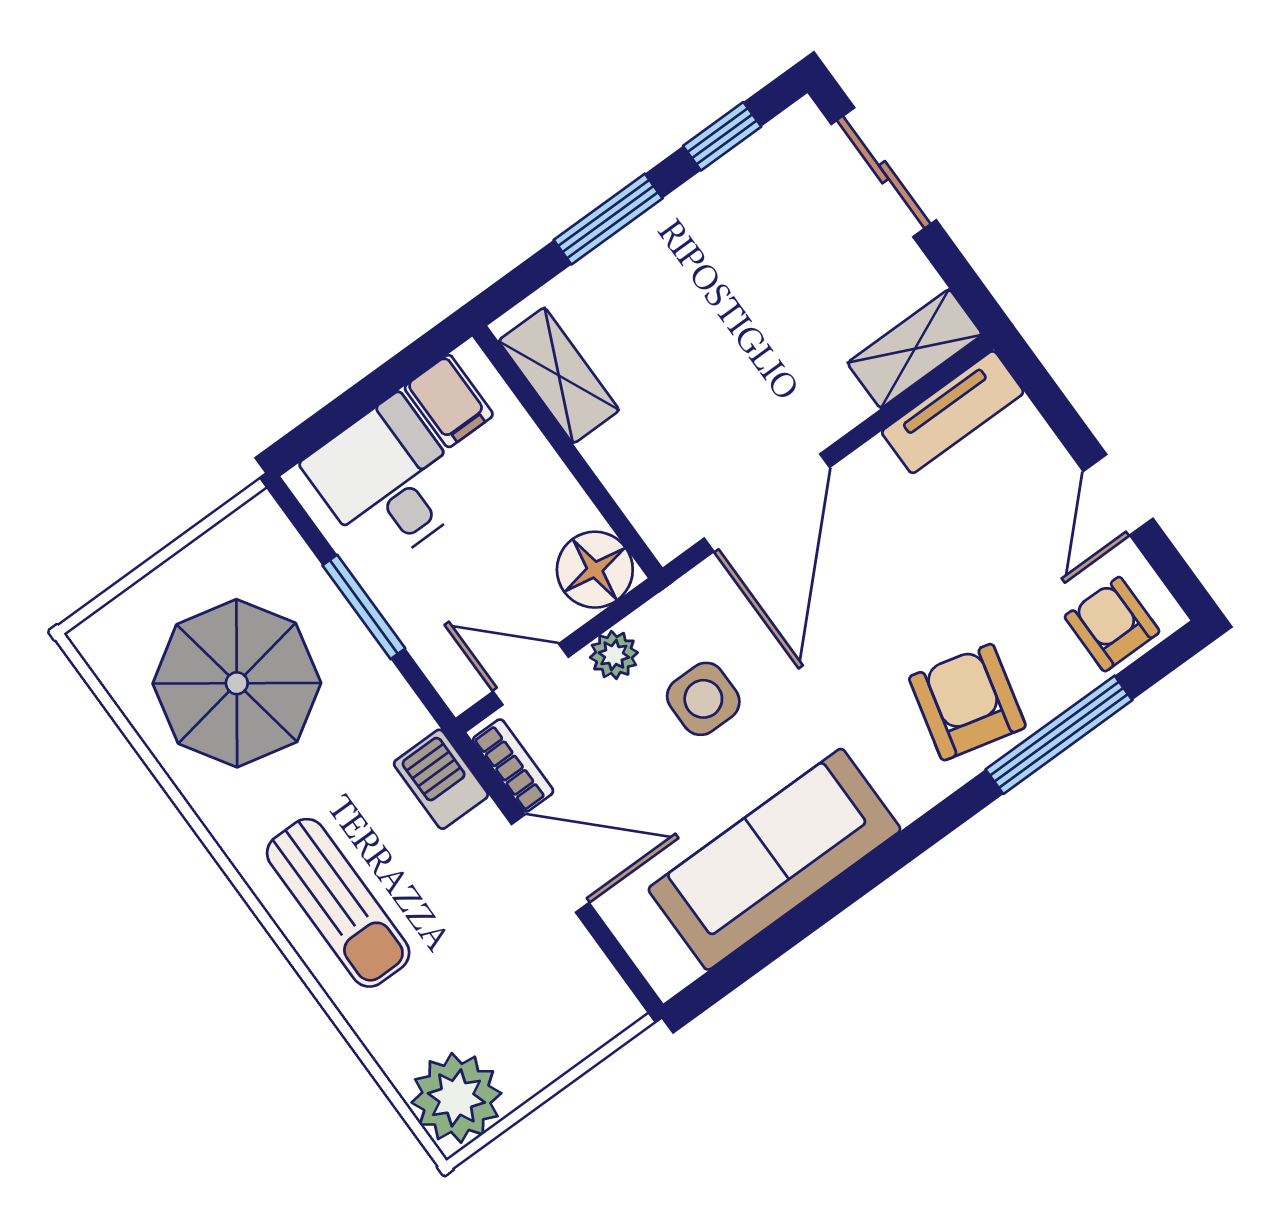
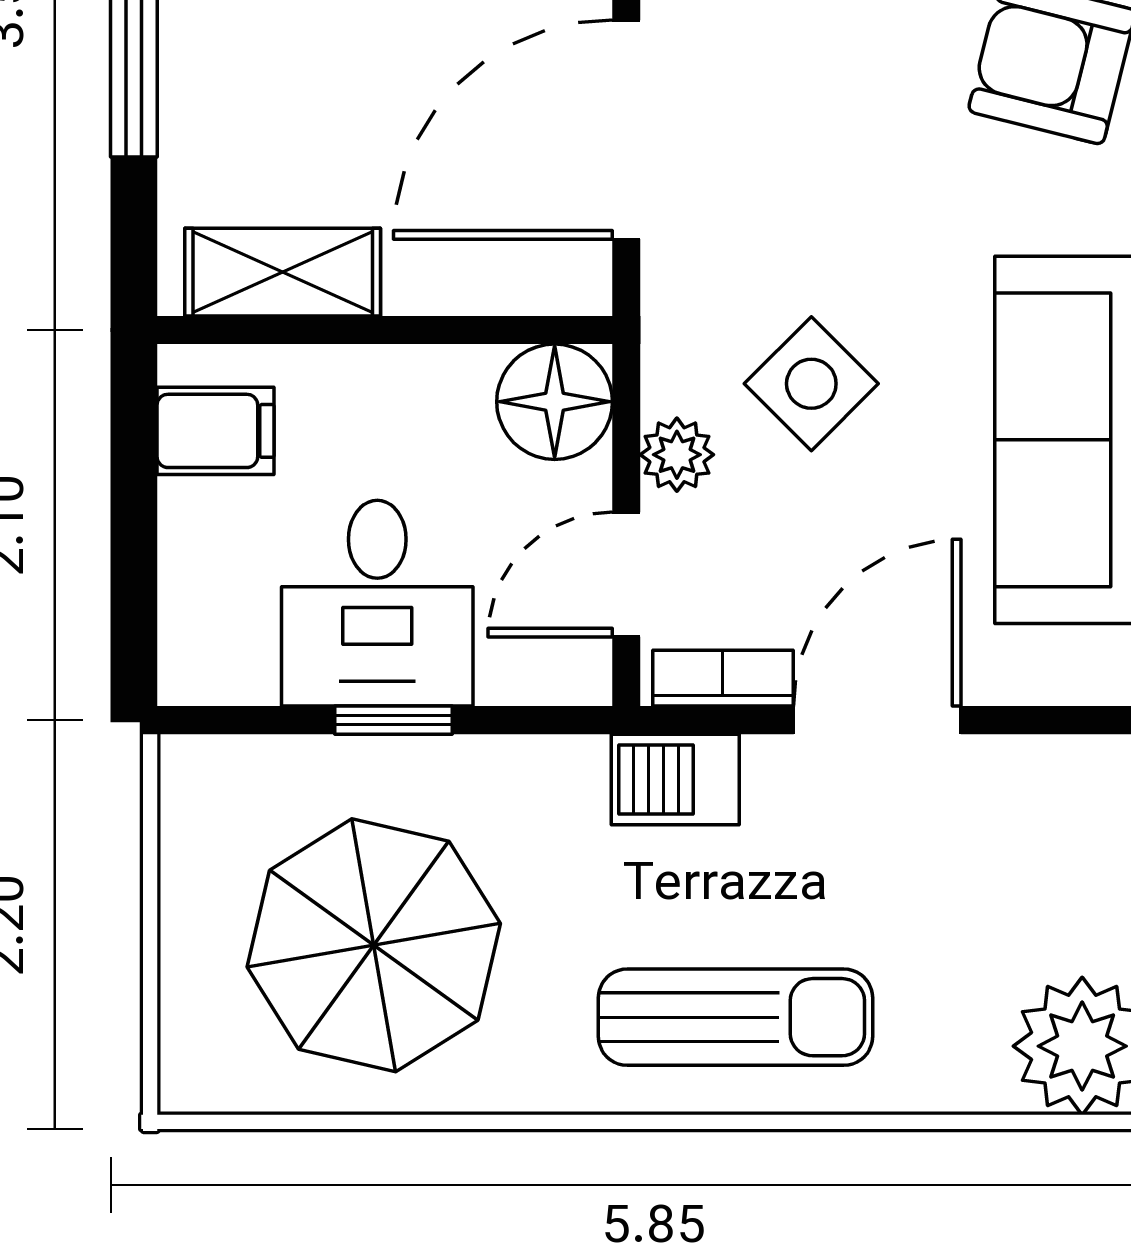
desk: (388, 481) -> (377, 603), moved, turned -90
door: (767, 503) -> (626, 130), swing flipped
window: (364, 607) -> (394, 720), width x0.67
side table: (703, 699) -> (811, 384), turned 45

